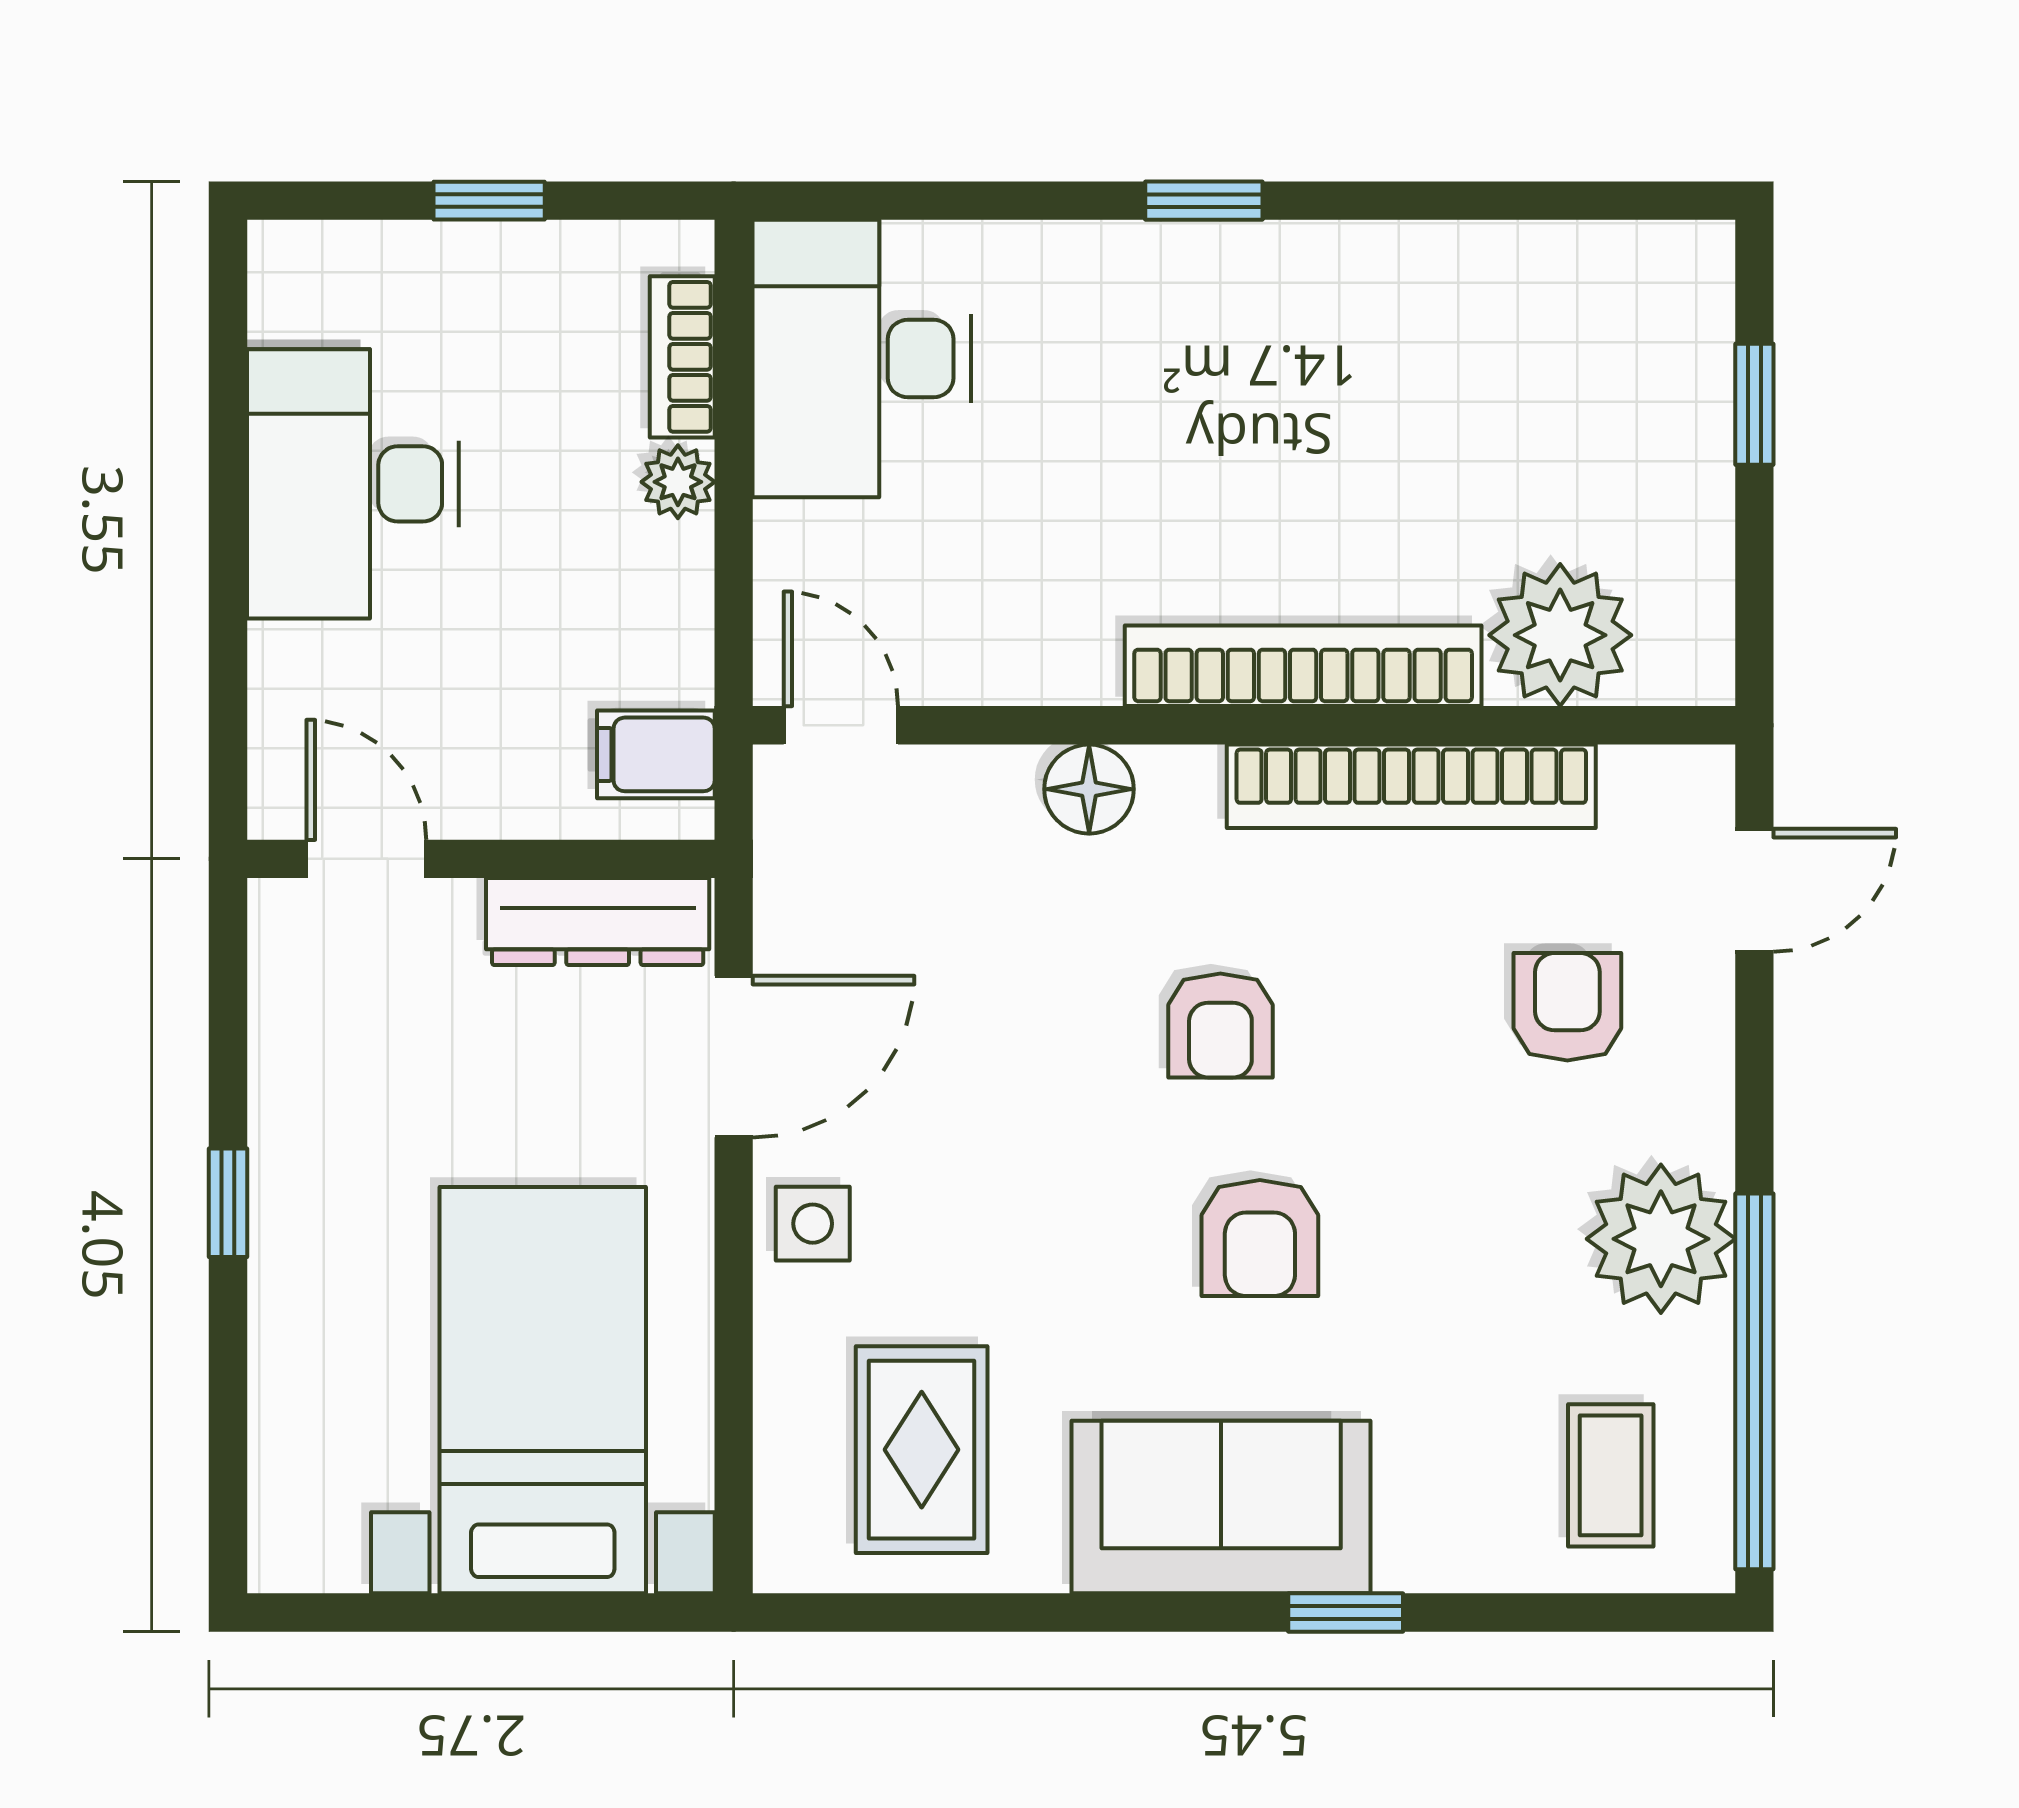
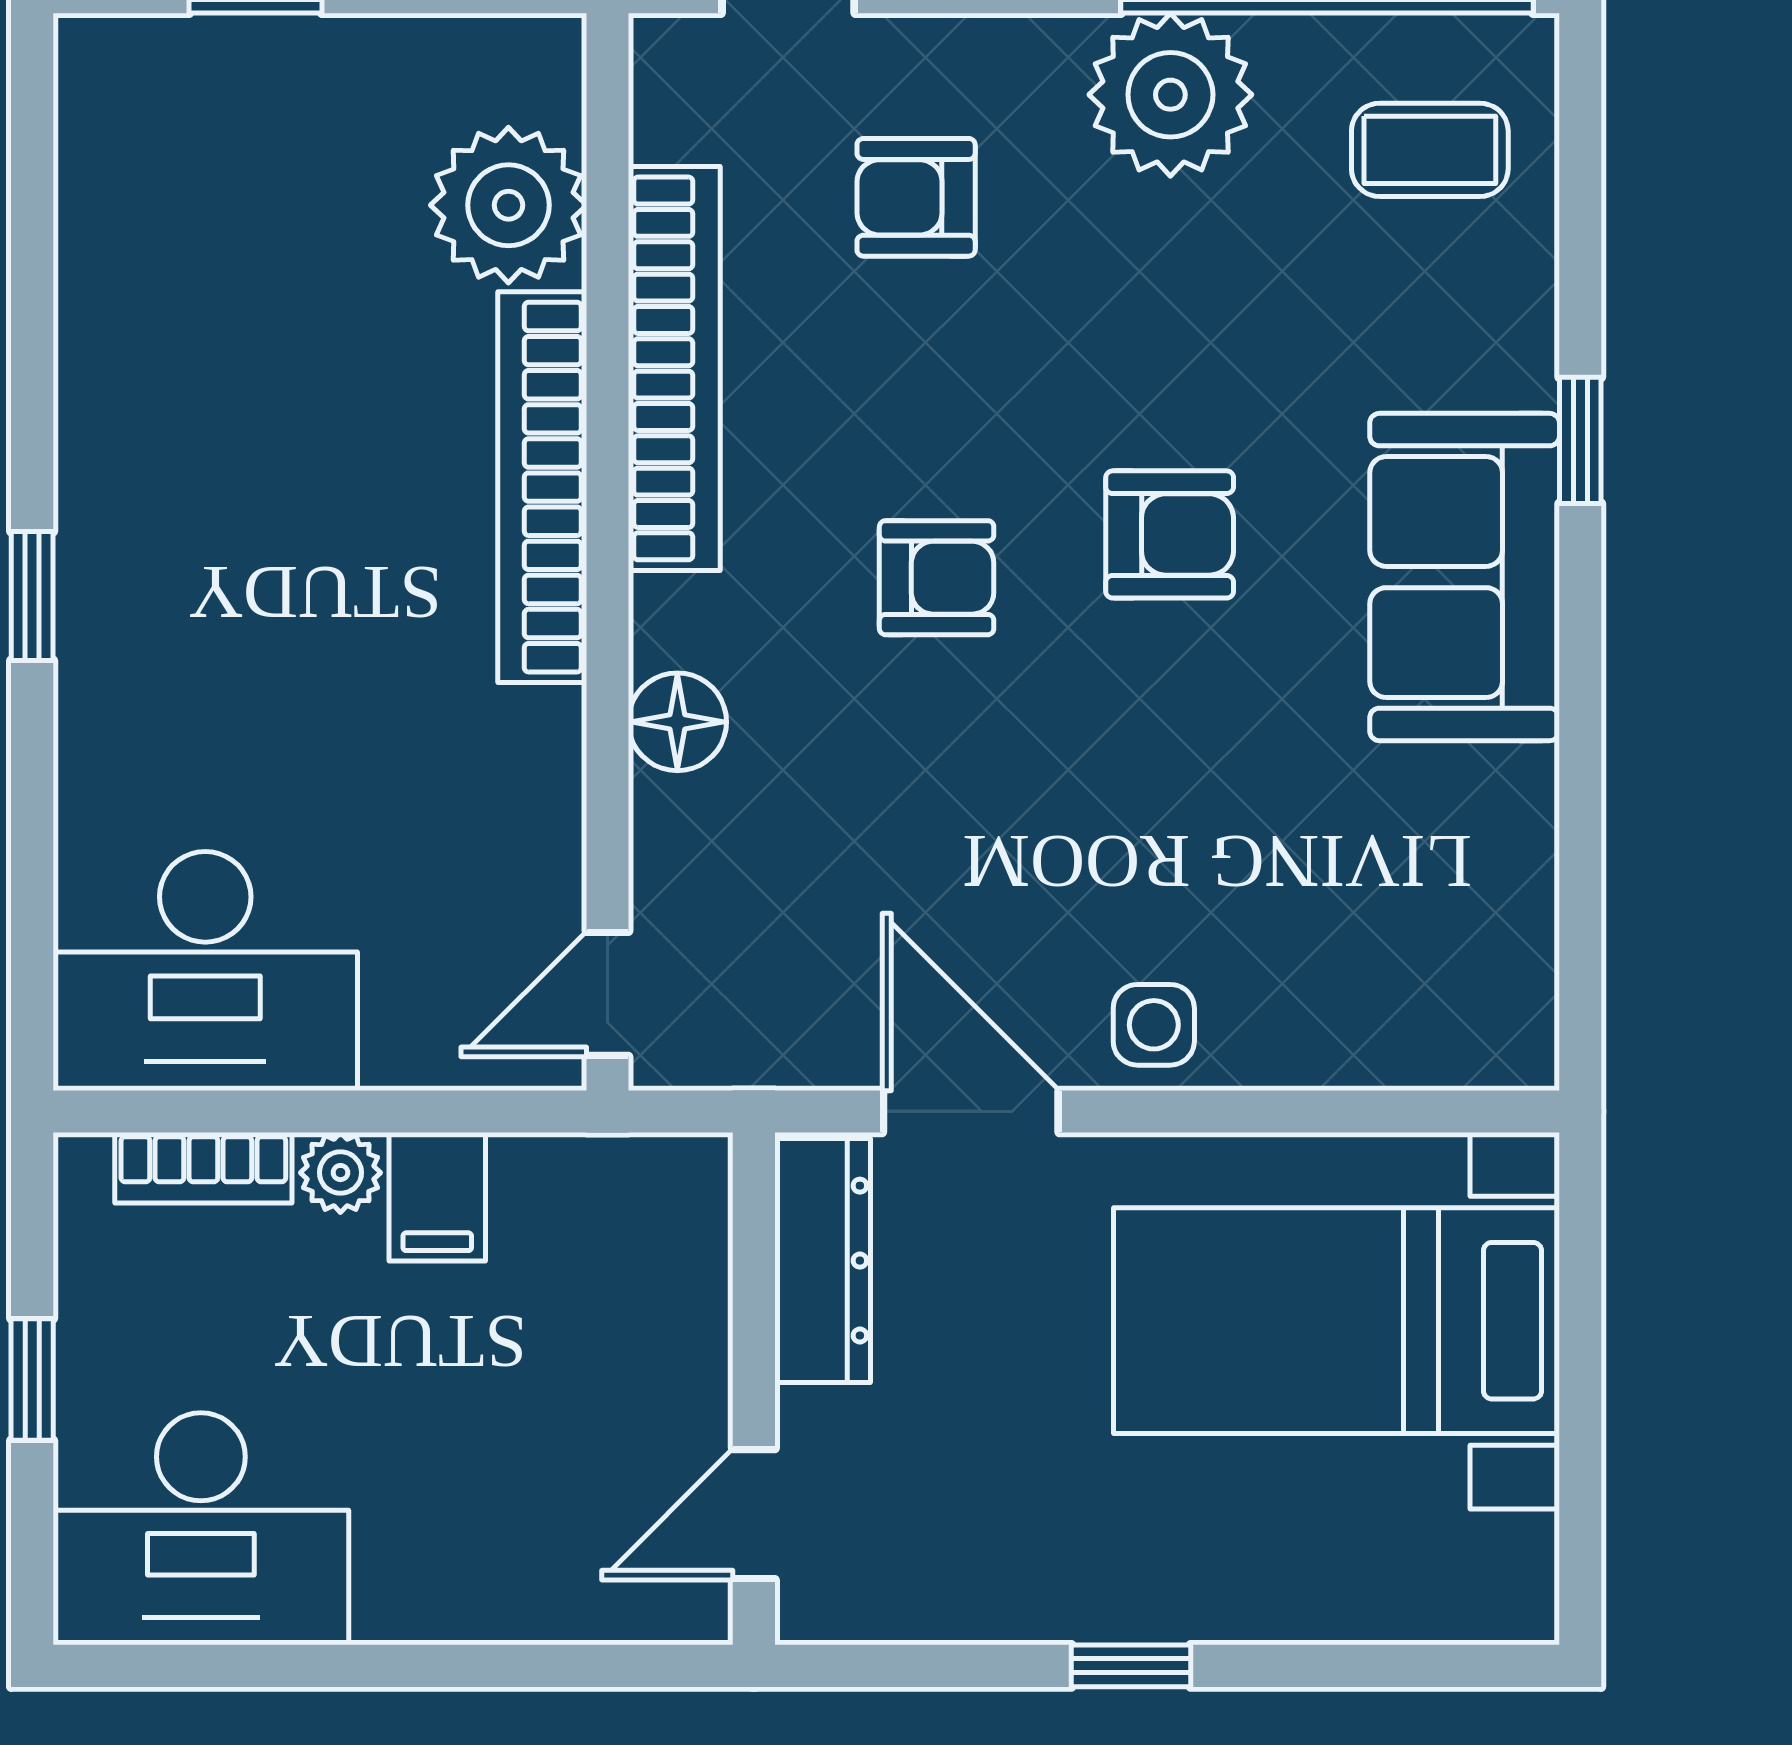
desk: (353, 484) -> (201, 1529), moved
filing cabinet: (656, 754) -> (437, 1197), moved
rug: (922, 1450) -> (1402, 905), removed

